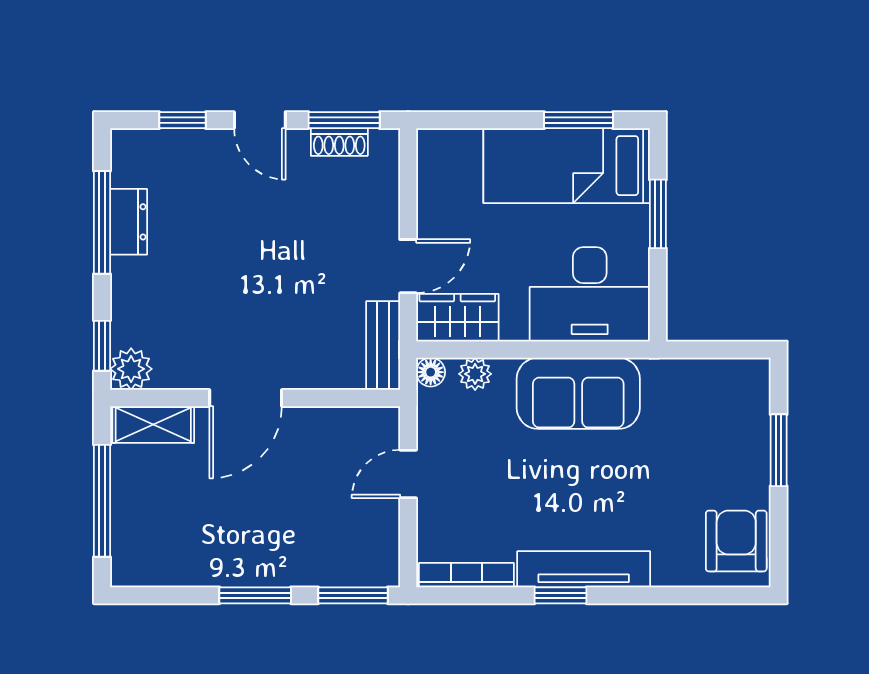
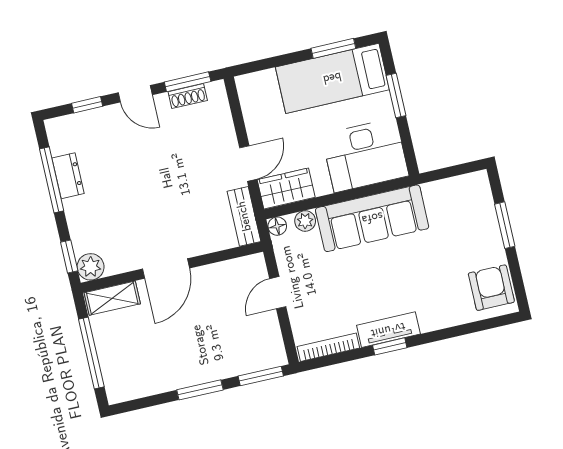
sofa: (578, 393) -> (372, 218), width x1.36
tv unit: (584, 569) -> (388, 330), width x0.71

